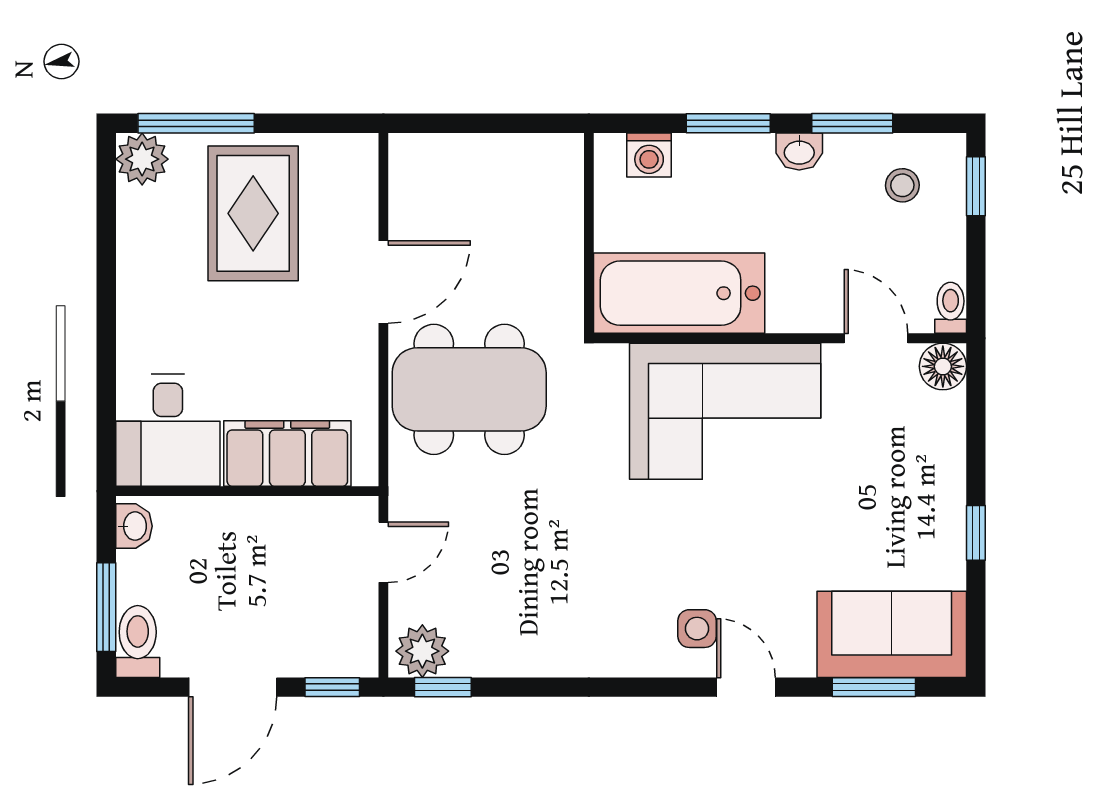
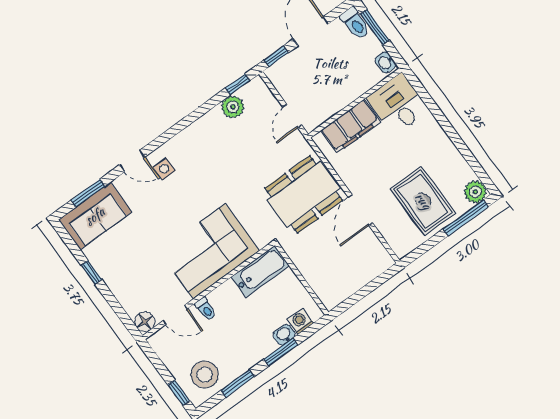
washbasin: (799, 152) -> (284, 335), moved
stool: (902, 185) -> (205, 375), width x1.89, depth x1.89
bathtub: (679, 293) -> (260, 271), width x0.73, depth x0.73
toilet: (951, 308) -> (206, 309), moved
plant: (422, 651) -> (233, 107), moved

